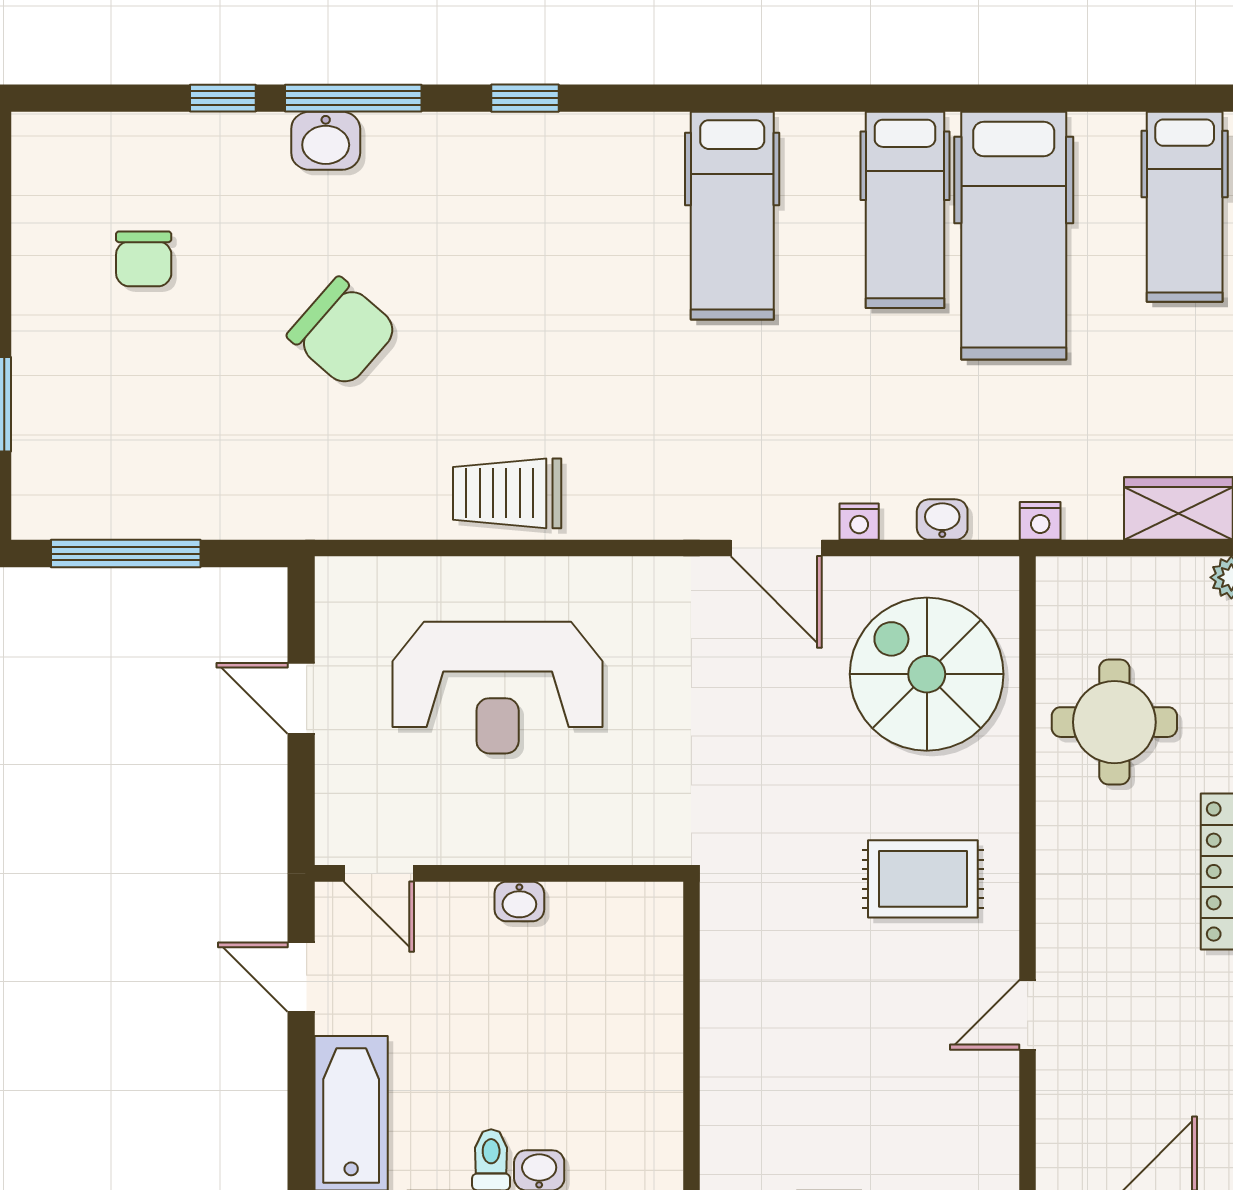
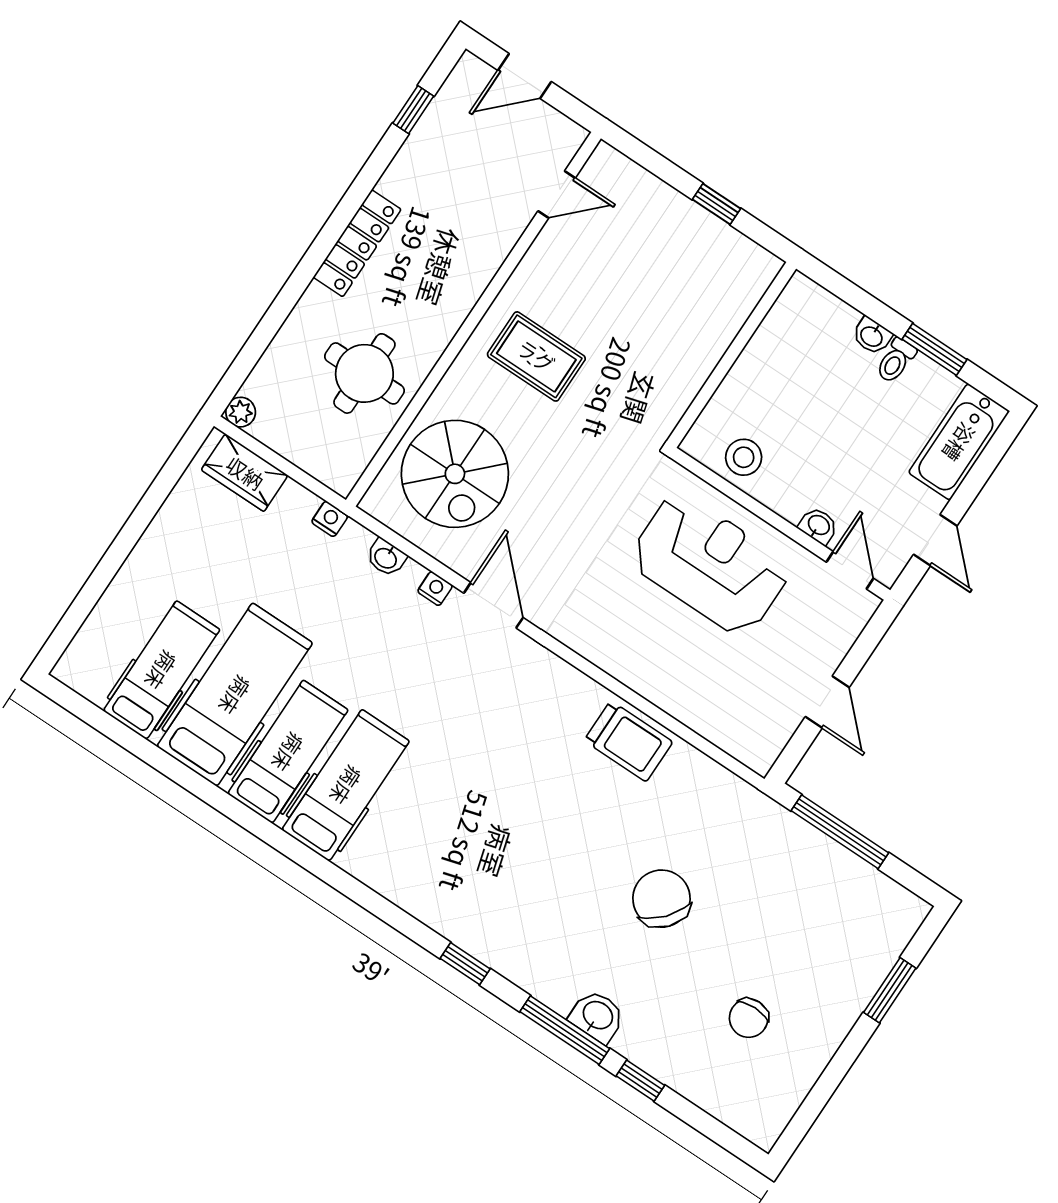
hospital bed: (1185, 207) -> (161, 670), moved
hospital bed: (732, 216) -> (346, 785), moved
chair: (144, 259) -> (749, 1018), turned 180
window: (126, 554) -> (840, 832), moved
reception desk: (498, 688) -> (710, 564), moved
washbasin: (519, 901) -> (818, 526), moved
stool: (596, 924) -> (744, 457), added
door: (1028, 1015) -> (557, 194), moved

